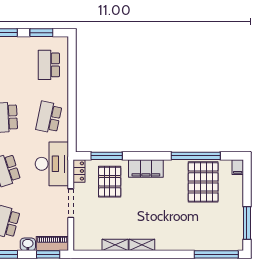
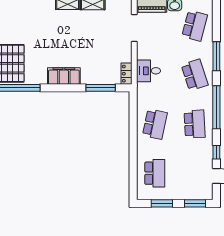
desk: (52, 164) -> (148, 71), width x0.53, depth x0.77
pallet: (110, 182) -> (98, 64), removed
doorway: (71, 203) -> (134, 28), moved

